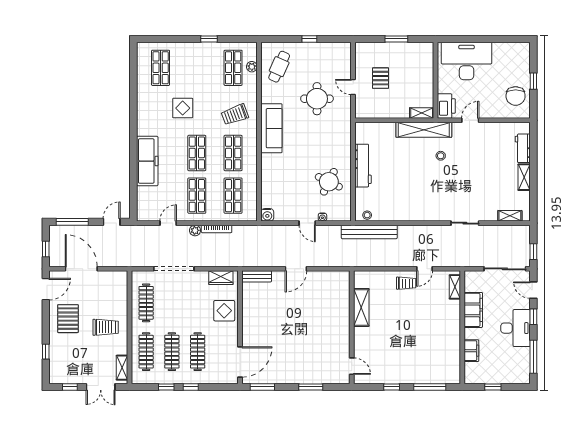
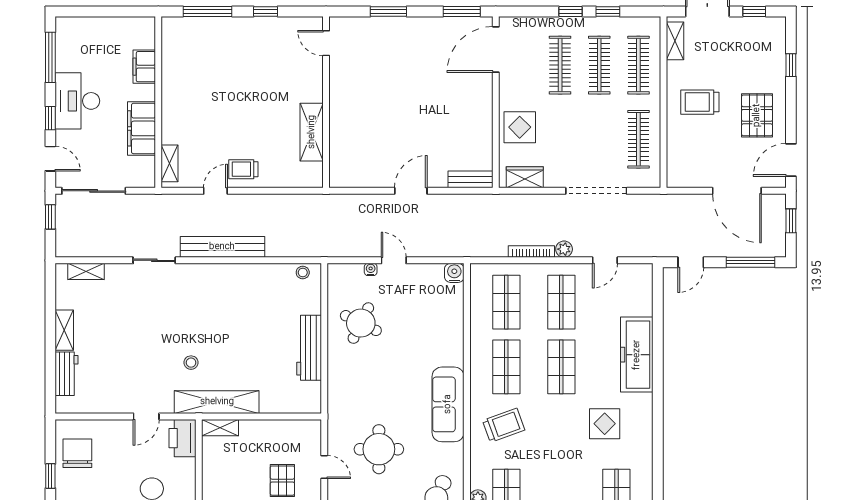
display table: (183, 108) -> (605, 424), moved
bench: (369, 232) -> (222, 247), moved
window: (493, 387) -> (112, 12), removed

